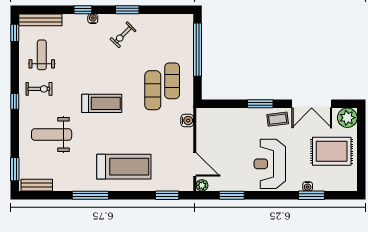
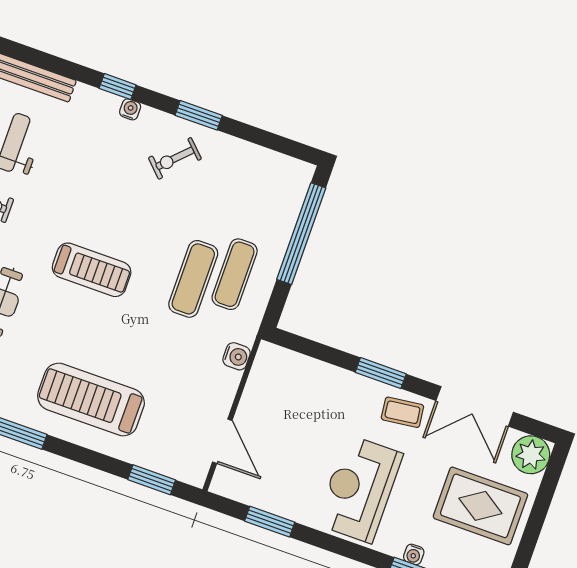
treadmill: (124, 167) -> (91, 399), turned 180
plant: (202, 185) -> (222, 484), removed

